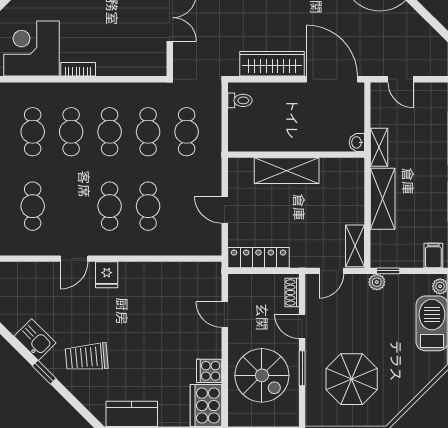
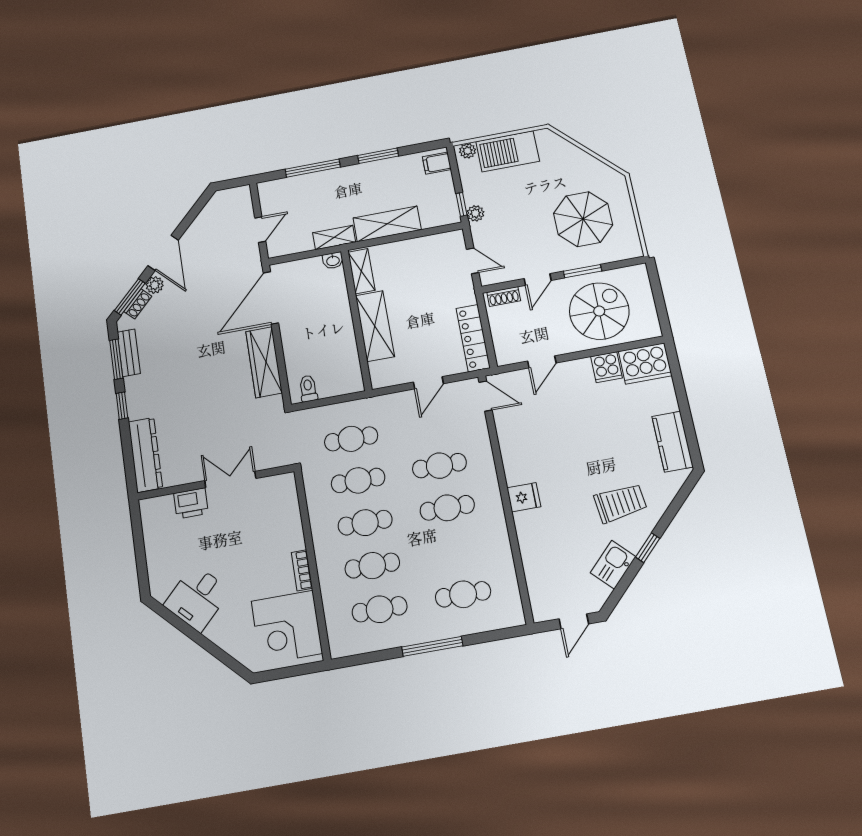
shelving: (355, 246) -> (361, 271), moved, turned 90
door: (74, 259) -> (486, 396), moved
trolley: (87, 357) -> (620, 503), turned -92

